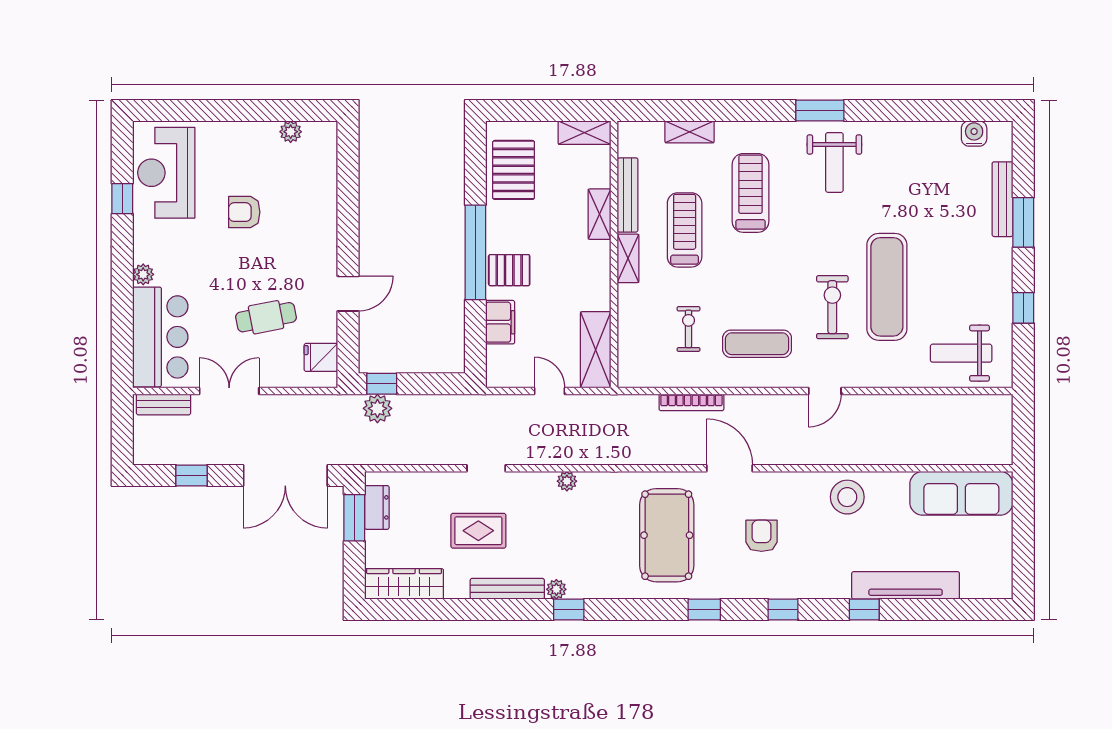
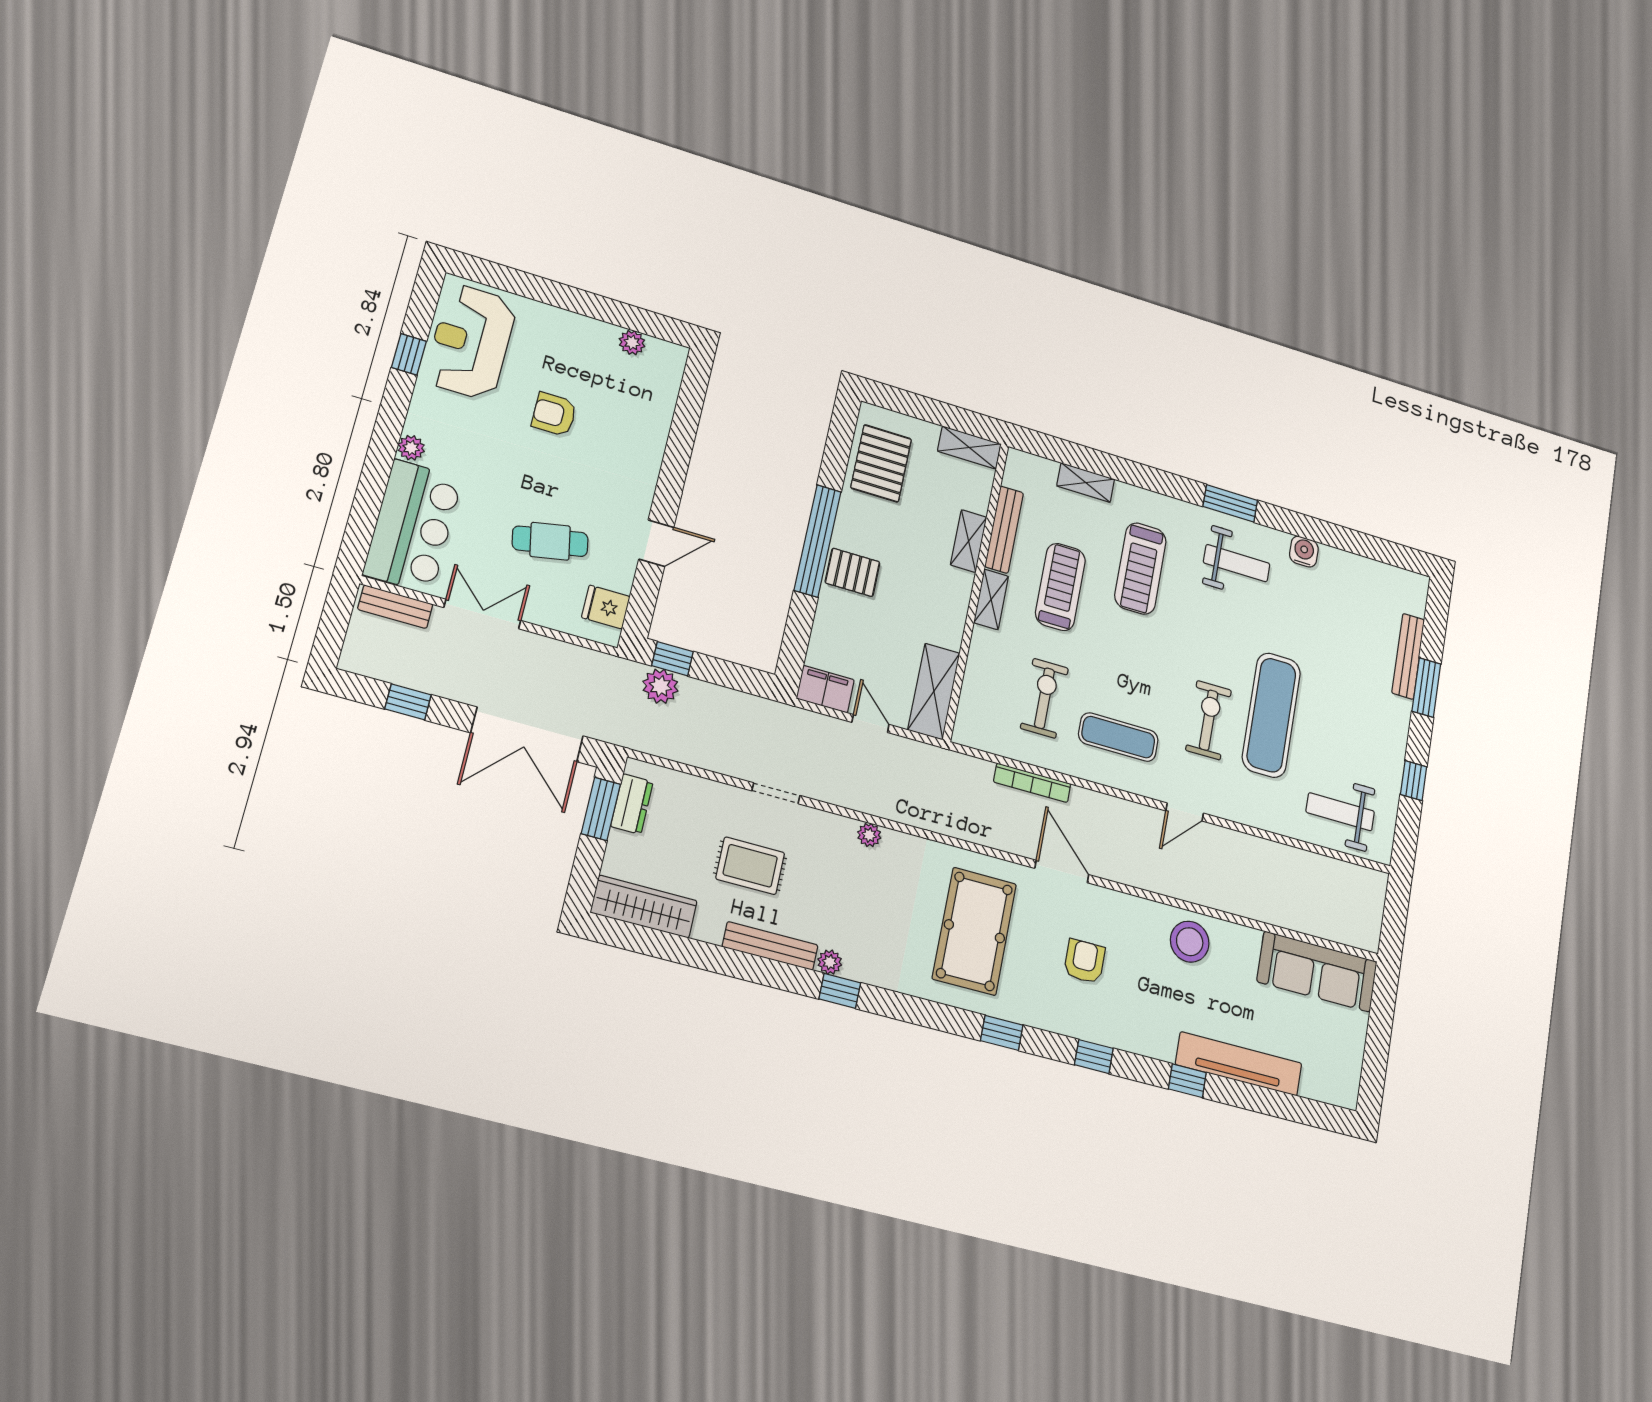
water cooler: (974, 133) -> (1304, 552), moved
weight bench: (834, 162) -> (1237, 563), turned -90
treadmill: (751, 193) -> (1140, 568), turned 180
filing cabinet: (500, 322) -> (825, 689), moved, turned -90
exercise bike: (689, 329) -> (1044, 698), width x1.38, depth x1.39

